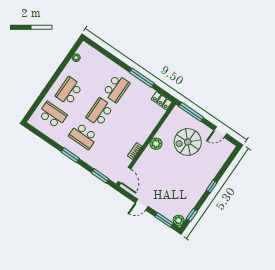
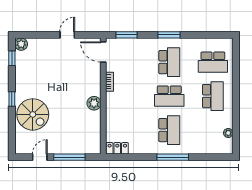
window: (142, 78) -> (173, 157), moved
school desk: (116, 88) -> (169, 130), turned 180
school desk: (100, 112) -> (169, 96), turned 90
window: (191, 112) -> (69, 157), moved
school desk: (83, 136) -> (169, 62), turned 90
spiral stairs: (188, 142) -> (33, 114), moved, turned 90
window: (164, 220) -> (35, 35), removed

